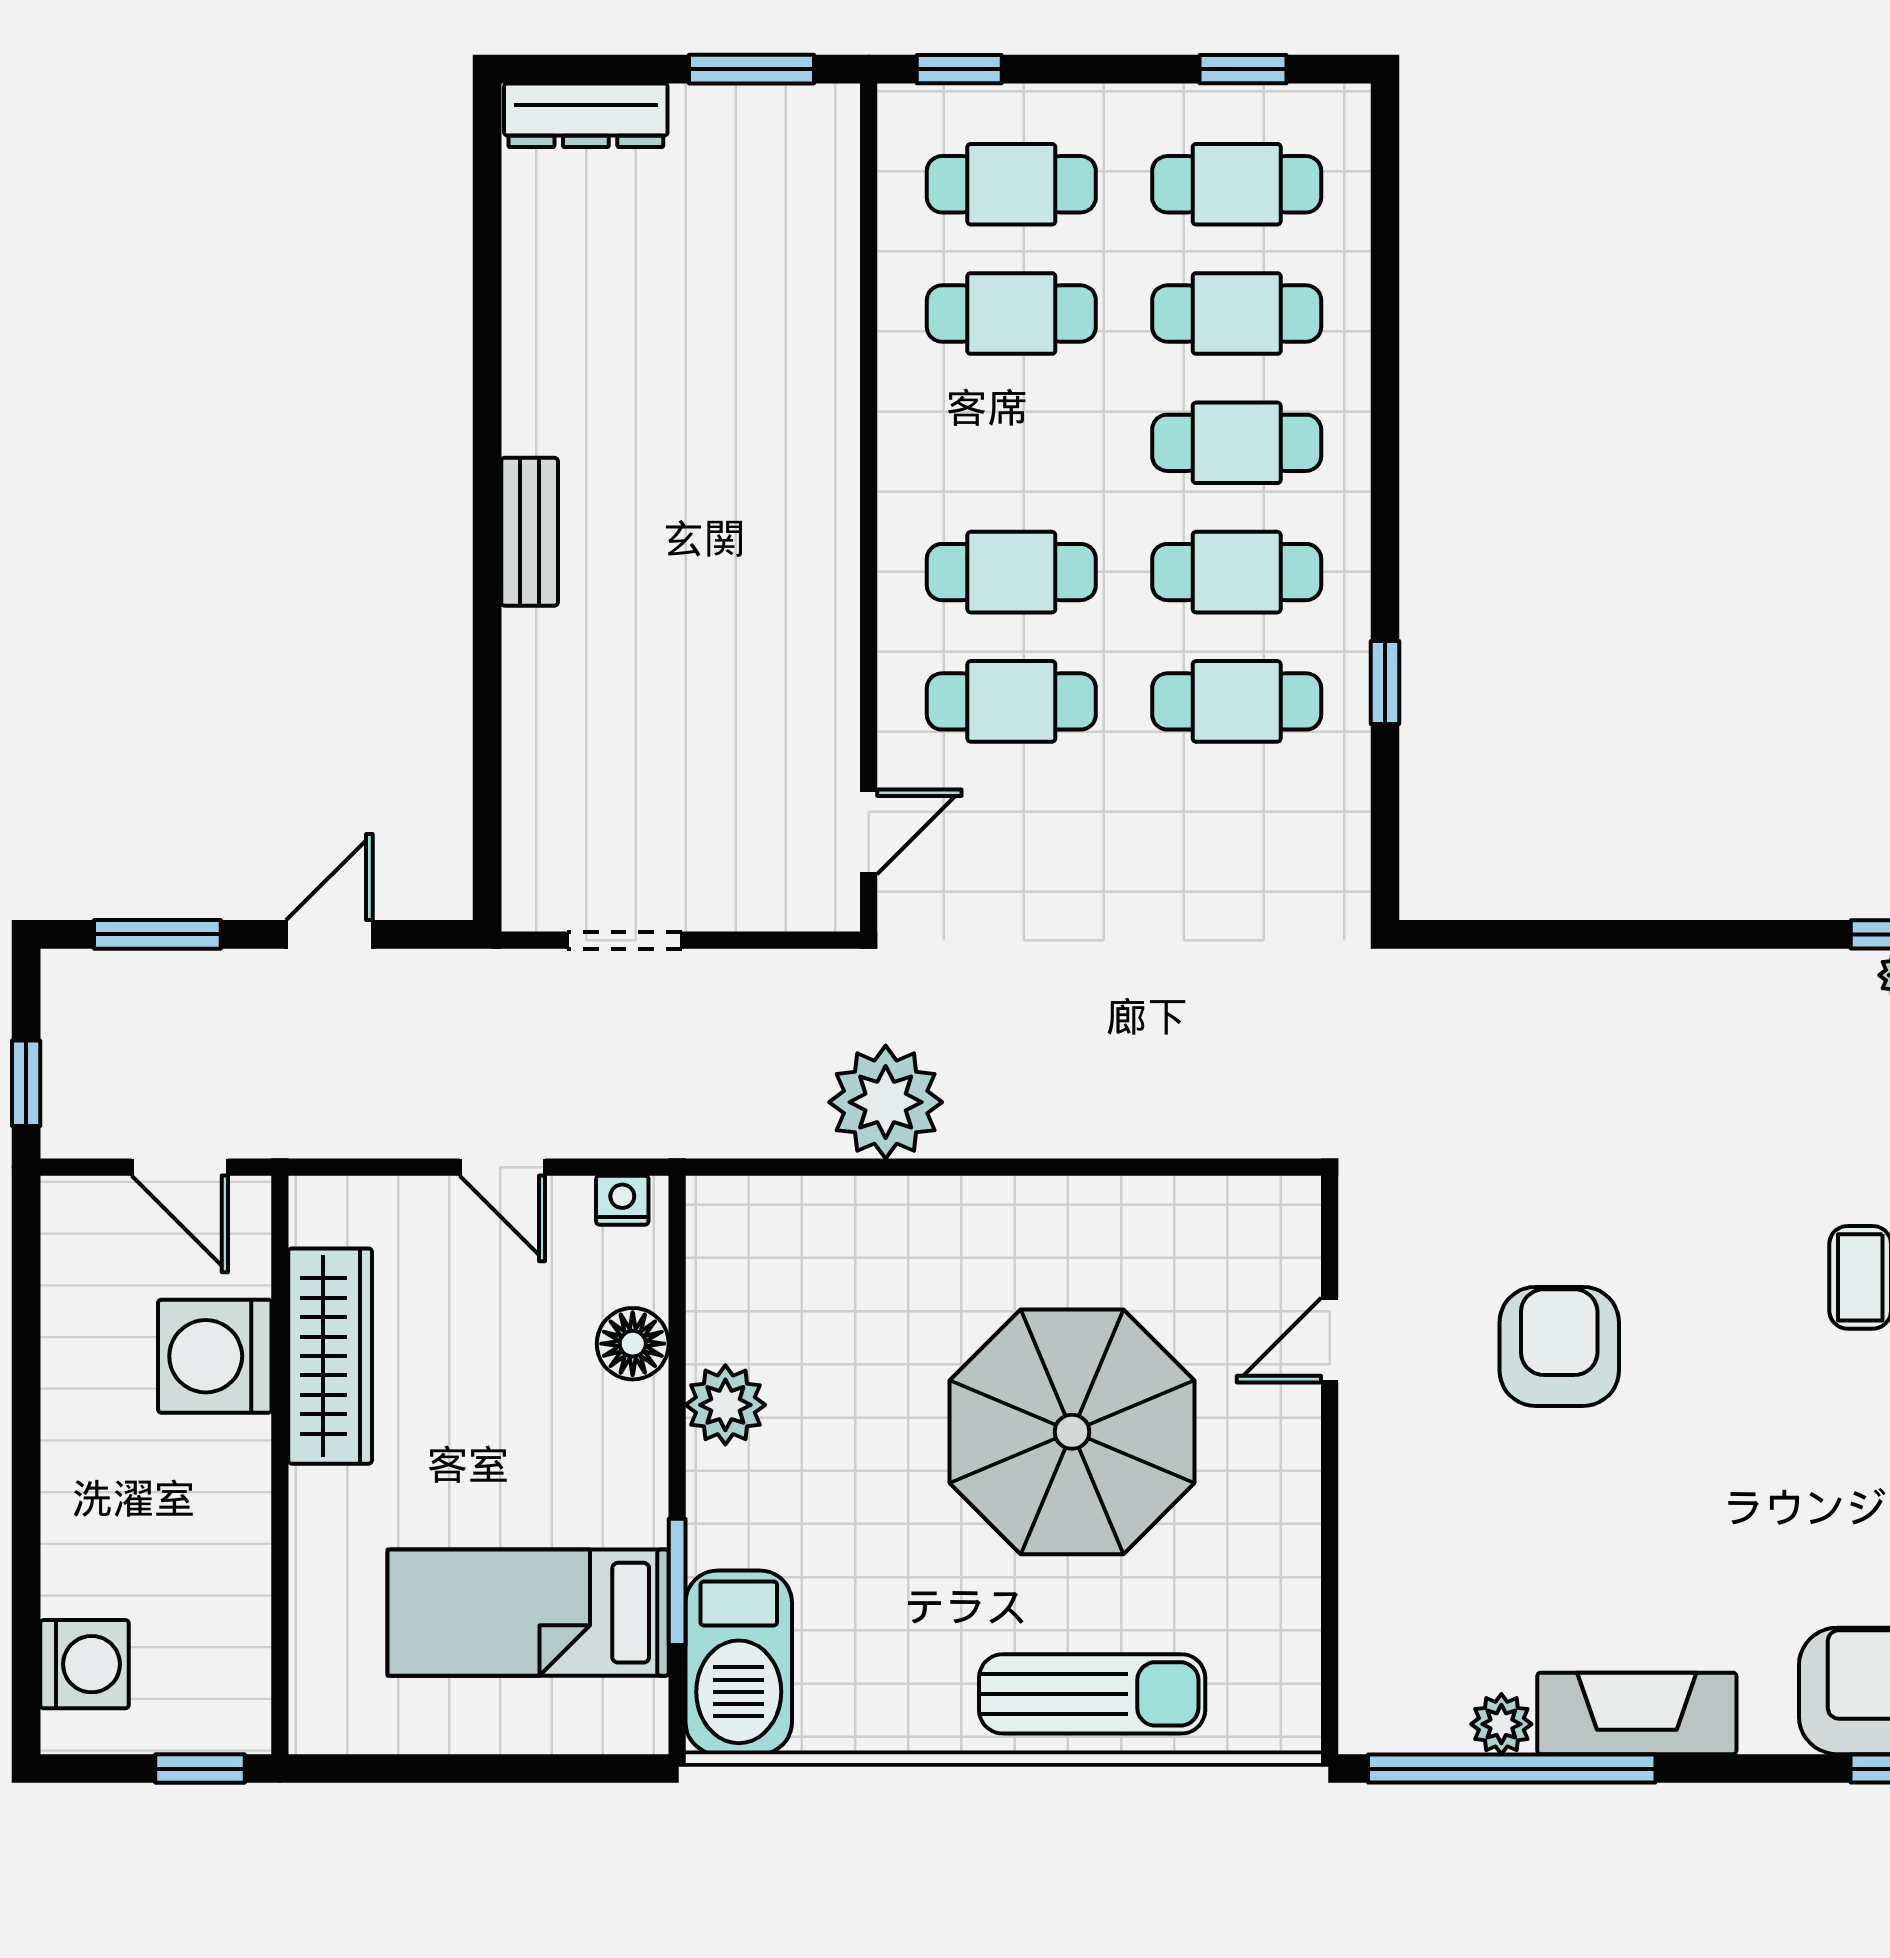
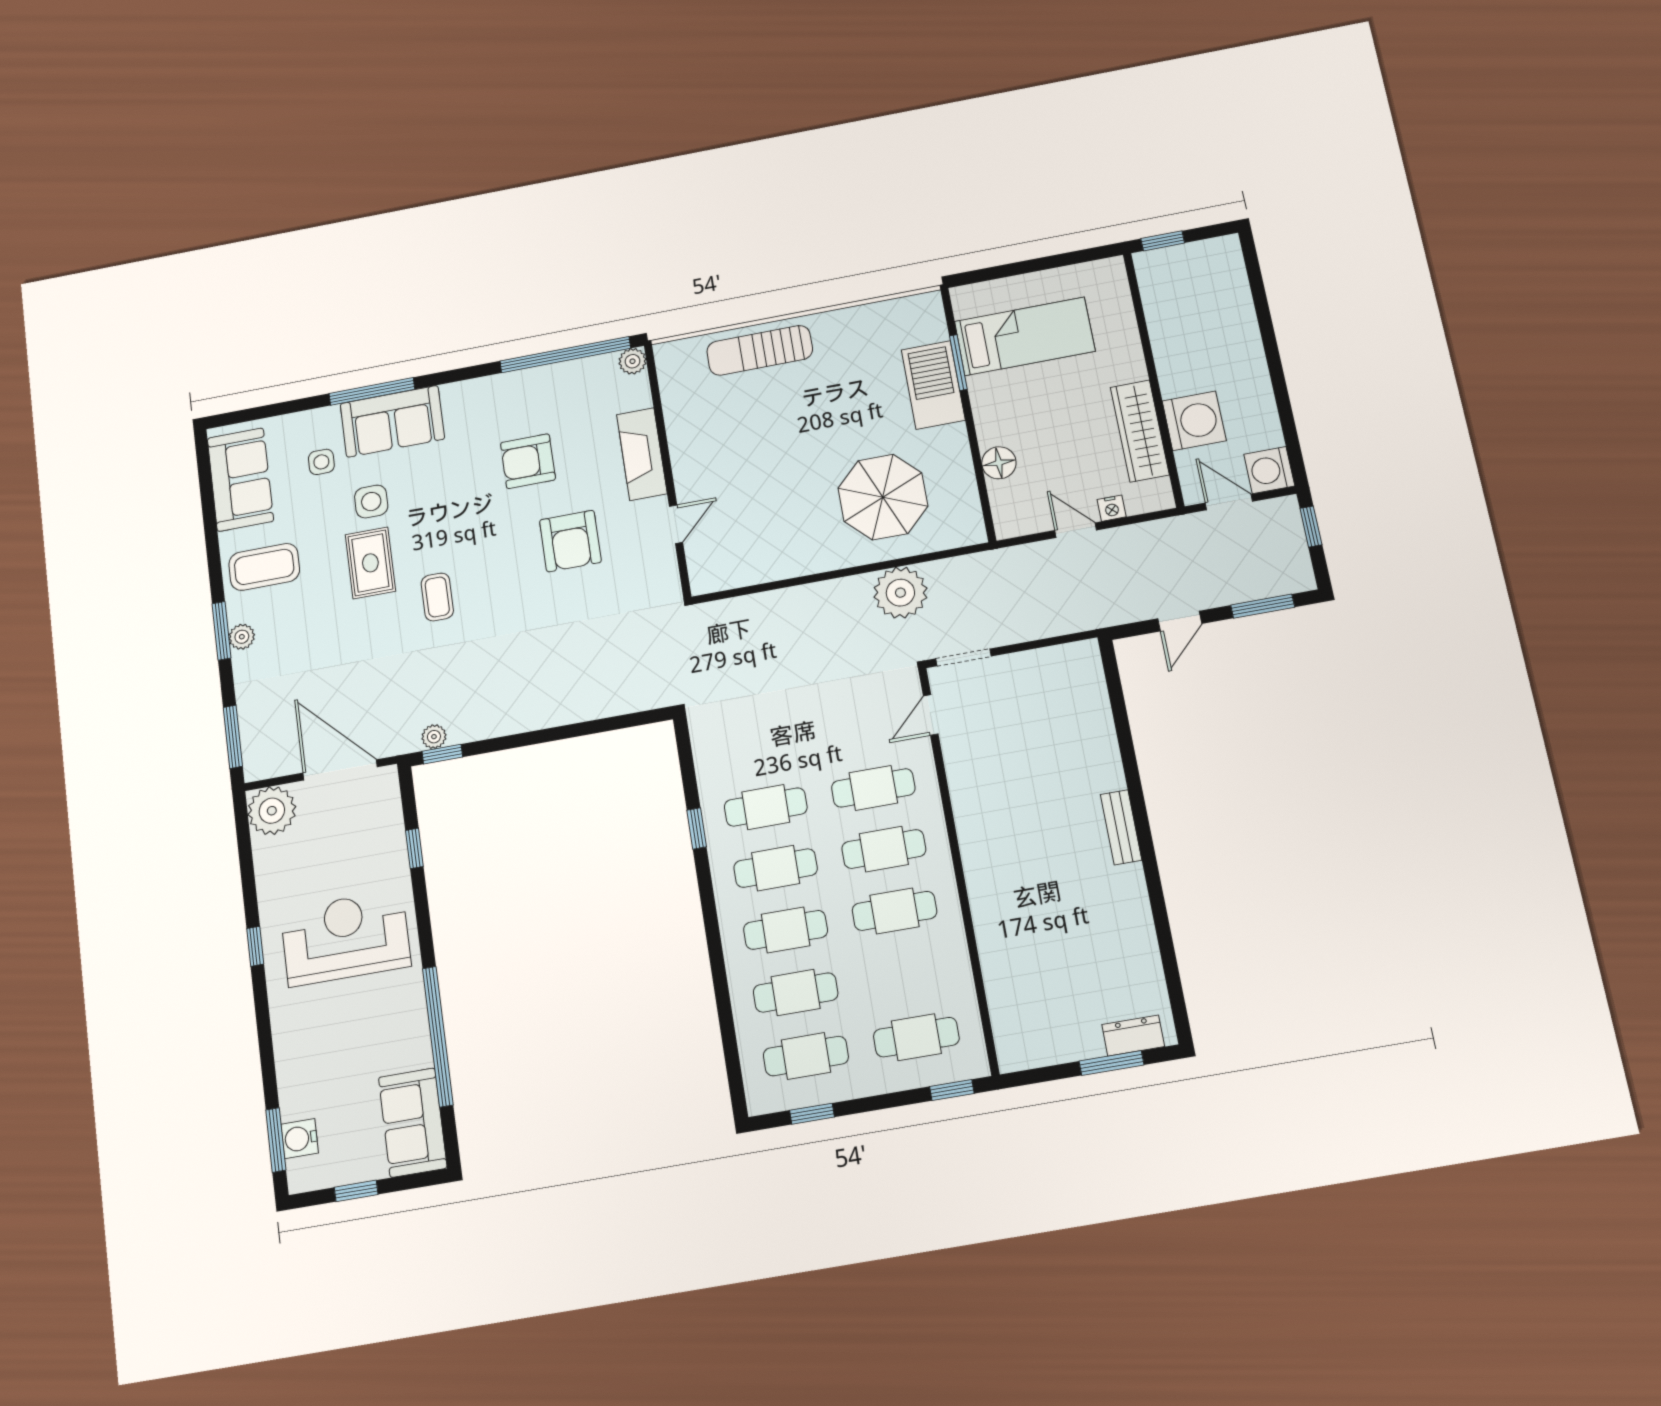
window: (752, 69) -> (1111, 1063), moved
dresser: (586, 115) -> (1133, 1036), width x0.70
cafe table: (1011, 314) -> (895, 911), moved
doorway: (625, 940) -> (963, 657), moved
nightstand: (622, 1200) -> (1112, 508), moved
plant: (725, 1405) -> (951, 444), removed
parasol: (1072, 1432) -> (883, 497), moved, width x0.73, depth x0.73
armchair: (1626, 1542) -> (528, 461), added
barbecue: (739, 1662) -> (933, 385), moved
washing machine: (84, 1664) -> (1269, 470), moved
fireplace: (1637, 1713) -> (642, 454), moved, turned 90
plant: (1501, 1724) -> (632, 361), moved

